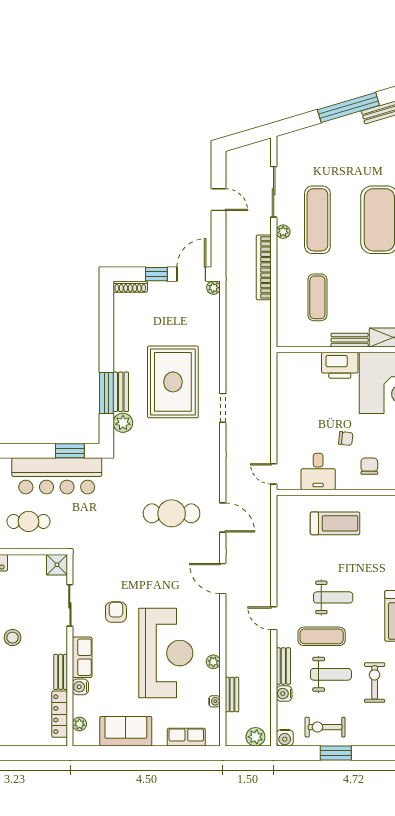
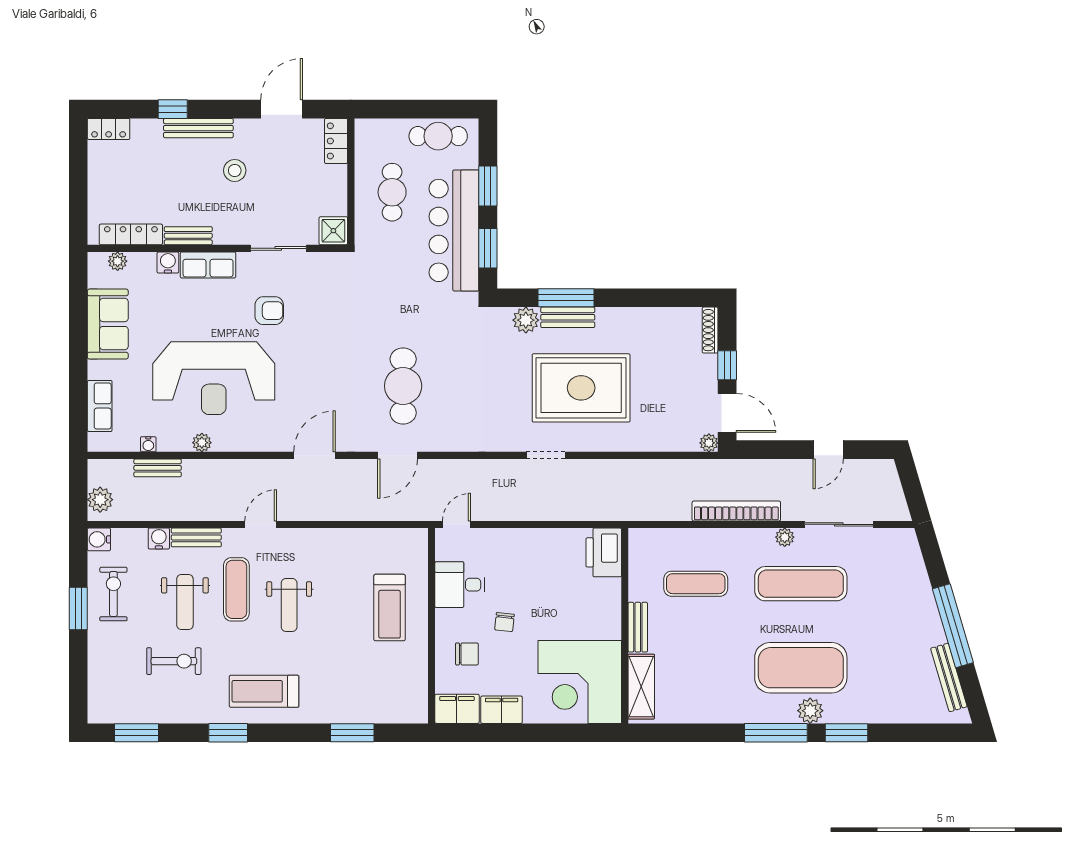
printer: (340, 365) -> (604, 552), moved
window: (24, 451) -> (488, 186), added

